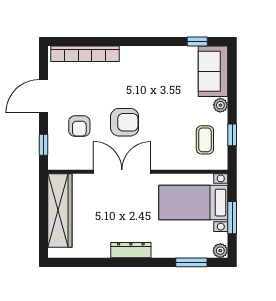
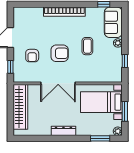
bookcase: (85, 54) -> (64, 12), moved
coffee table: (205, 140) -> (87, 46), moved
double door: (122, 172) -> (58, 83), swing flipped

